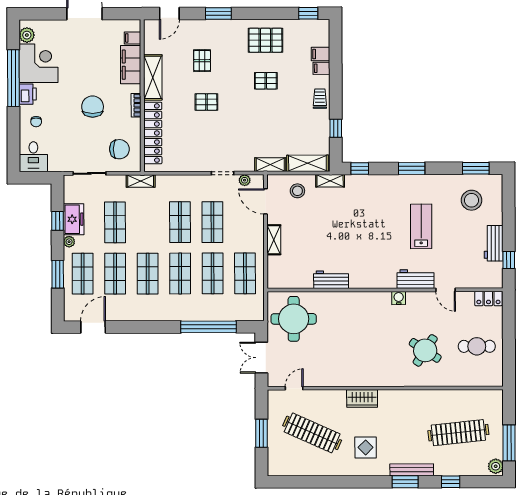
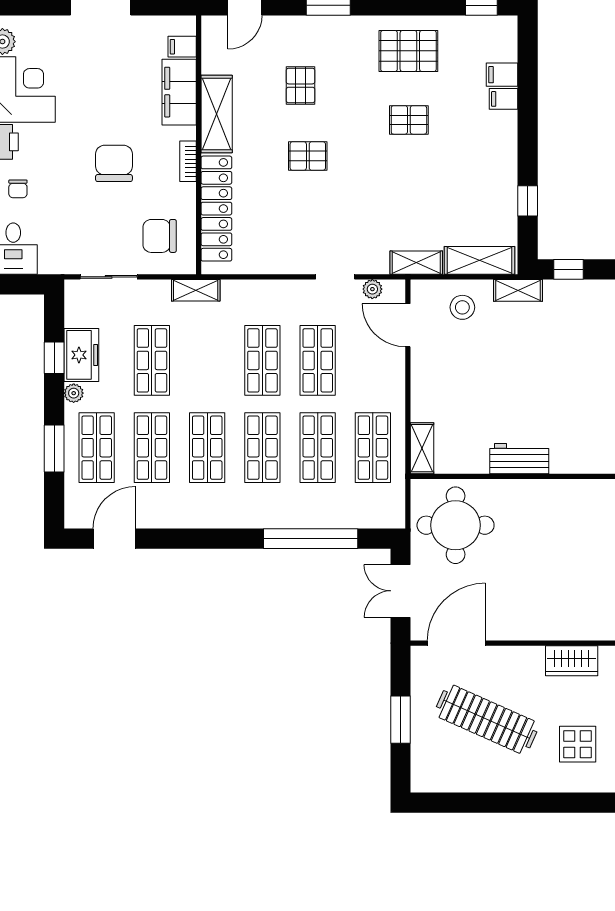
trolley: (320, 99) -> (501, 150), removed
chair: (119, 149) -> (160, 236), turned 180
shelving: (274, 240) -> (422, 448), moved
door: (294, 388) -> (456, 643), width x1.87

